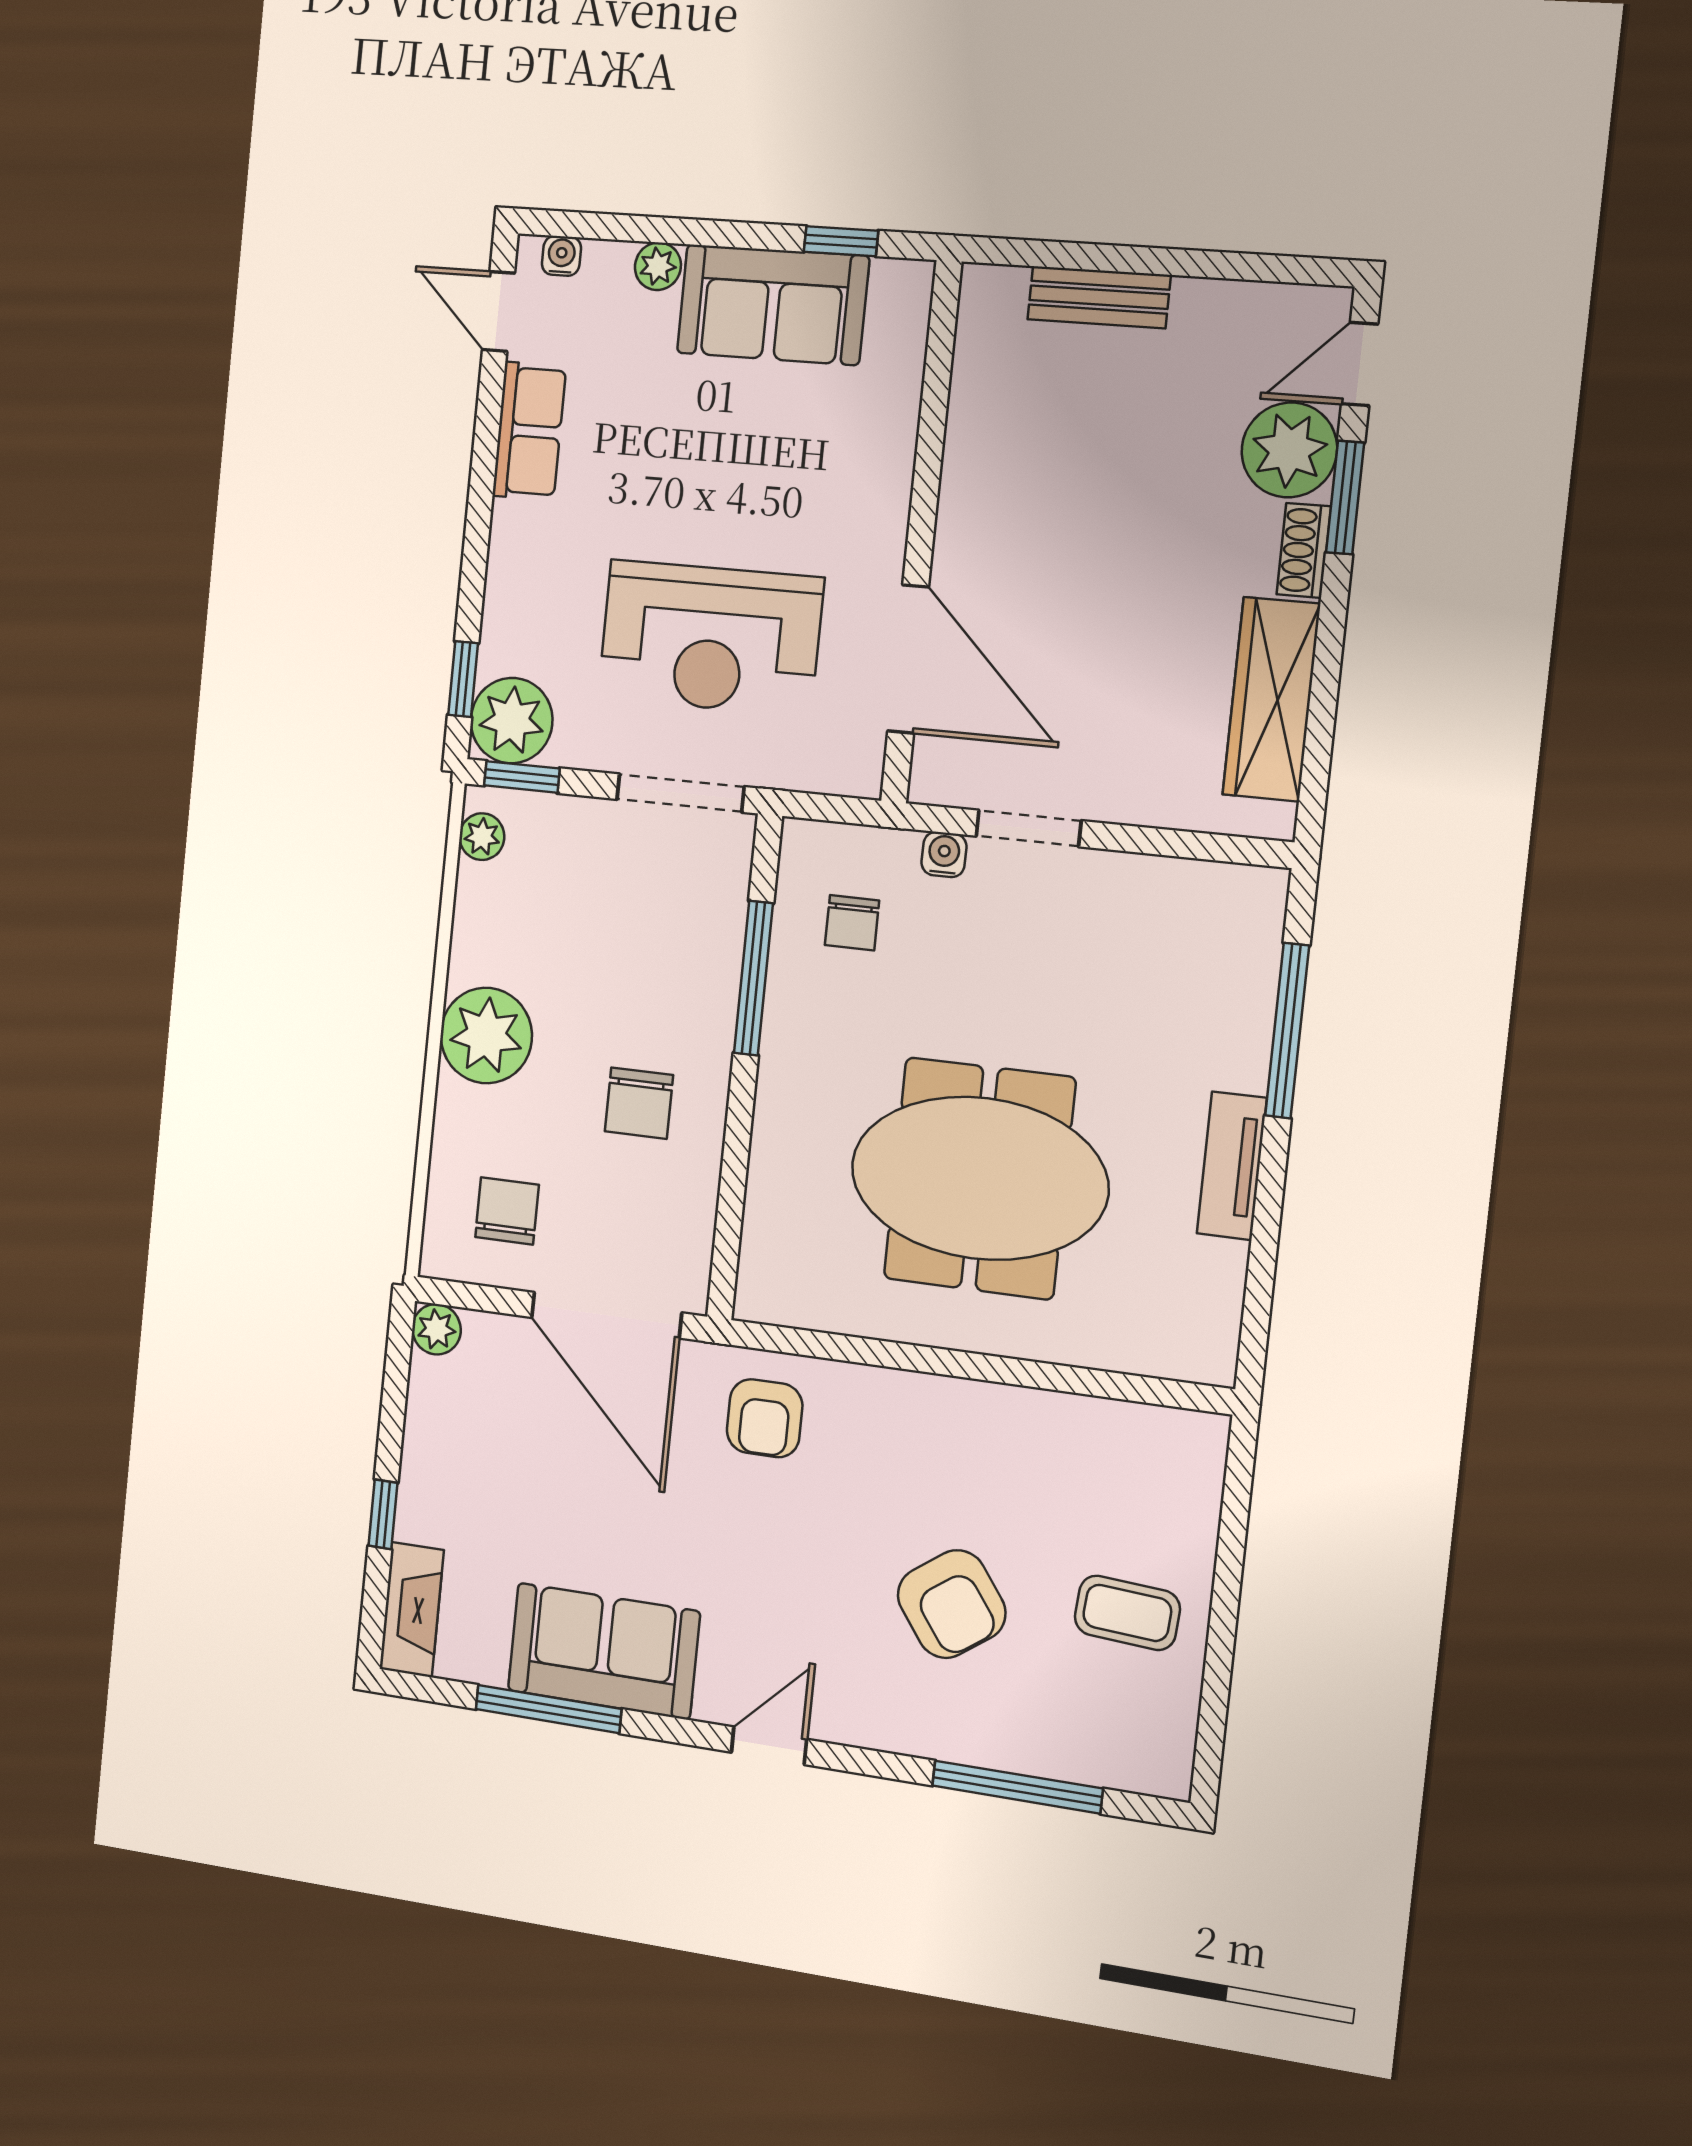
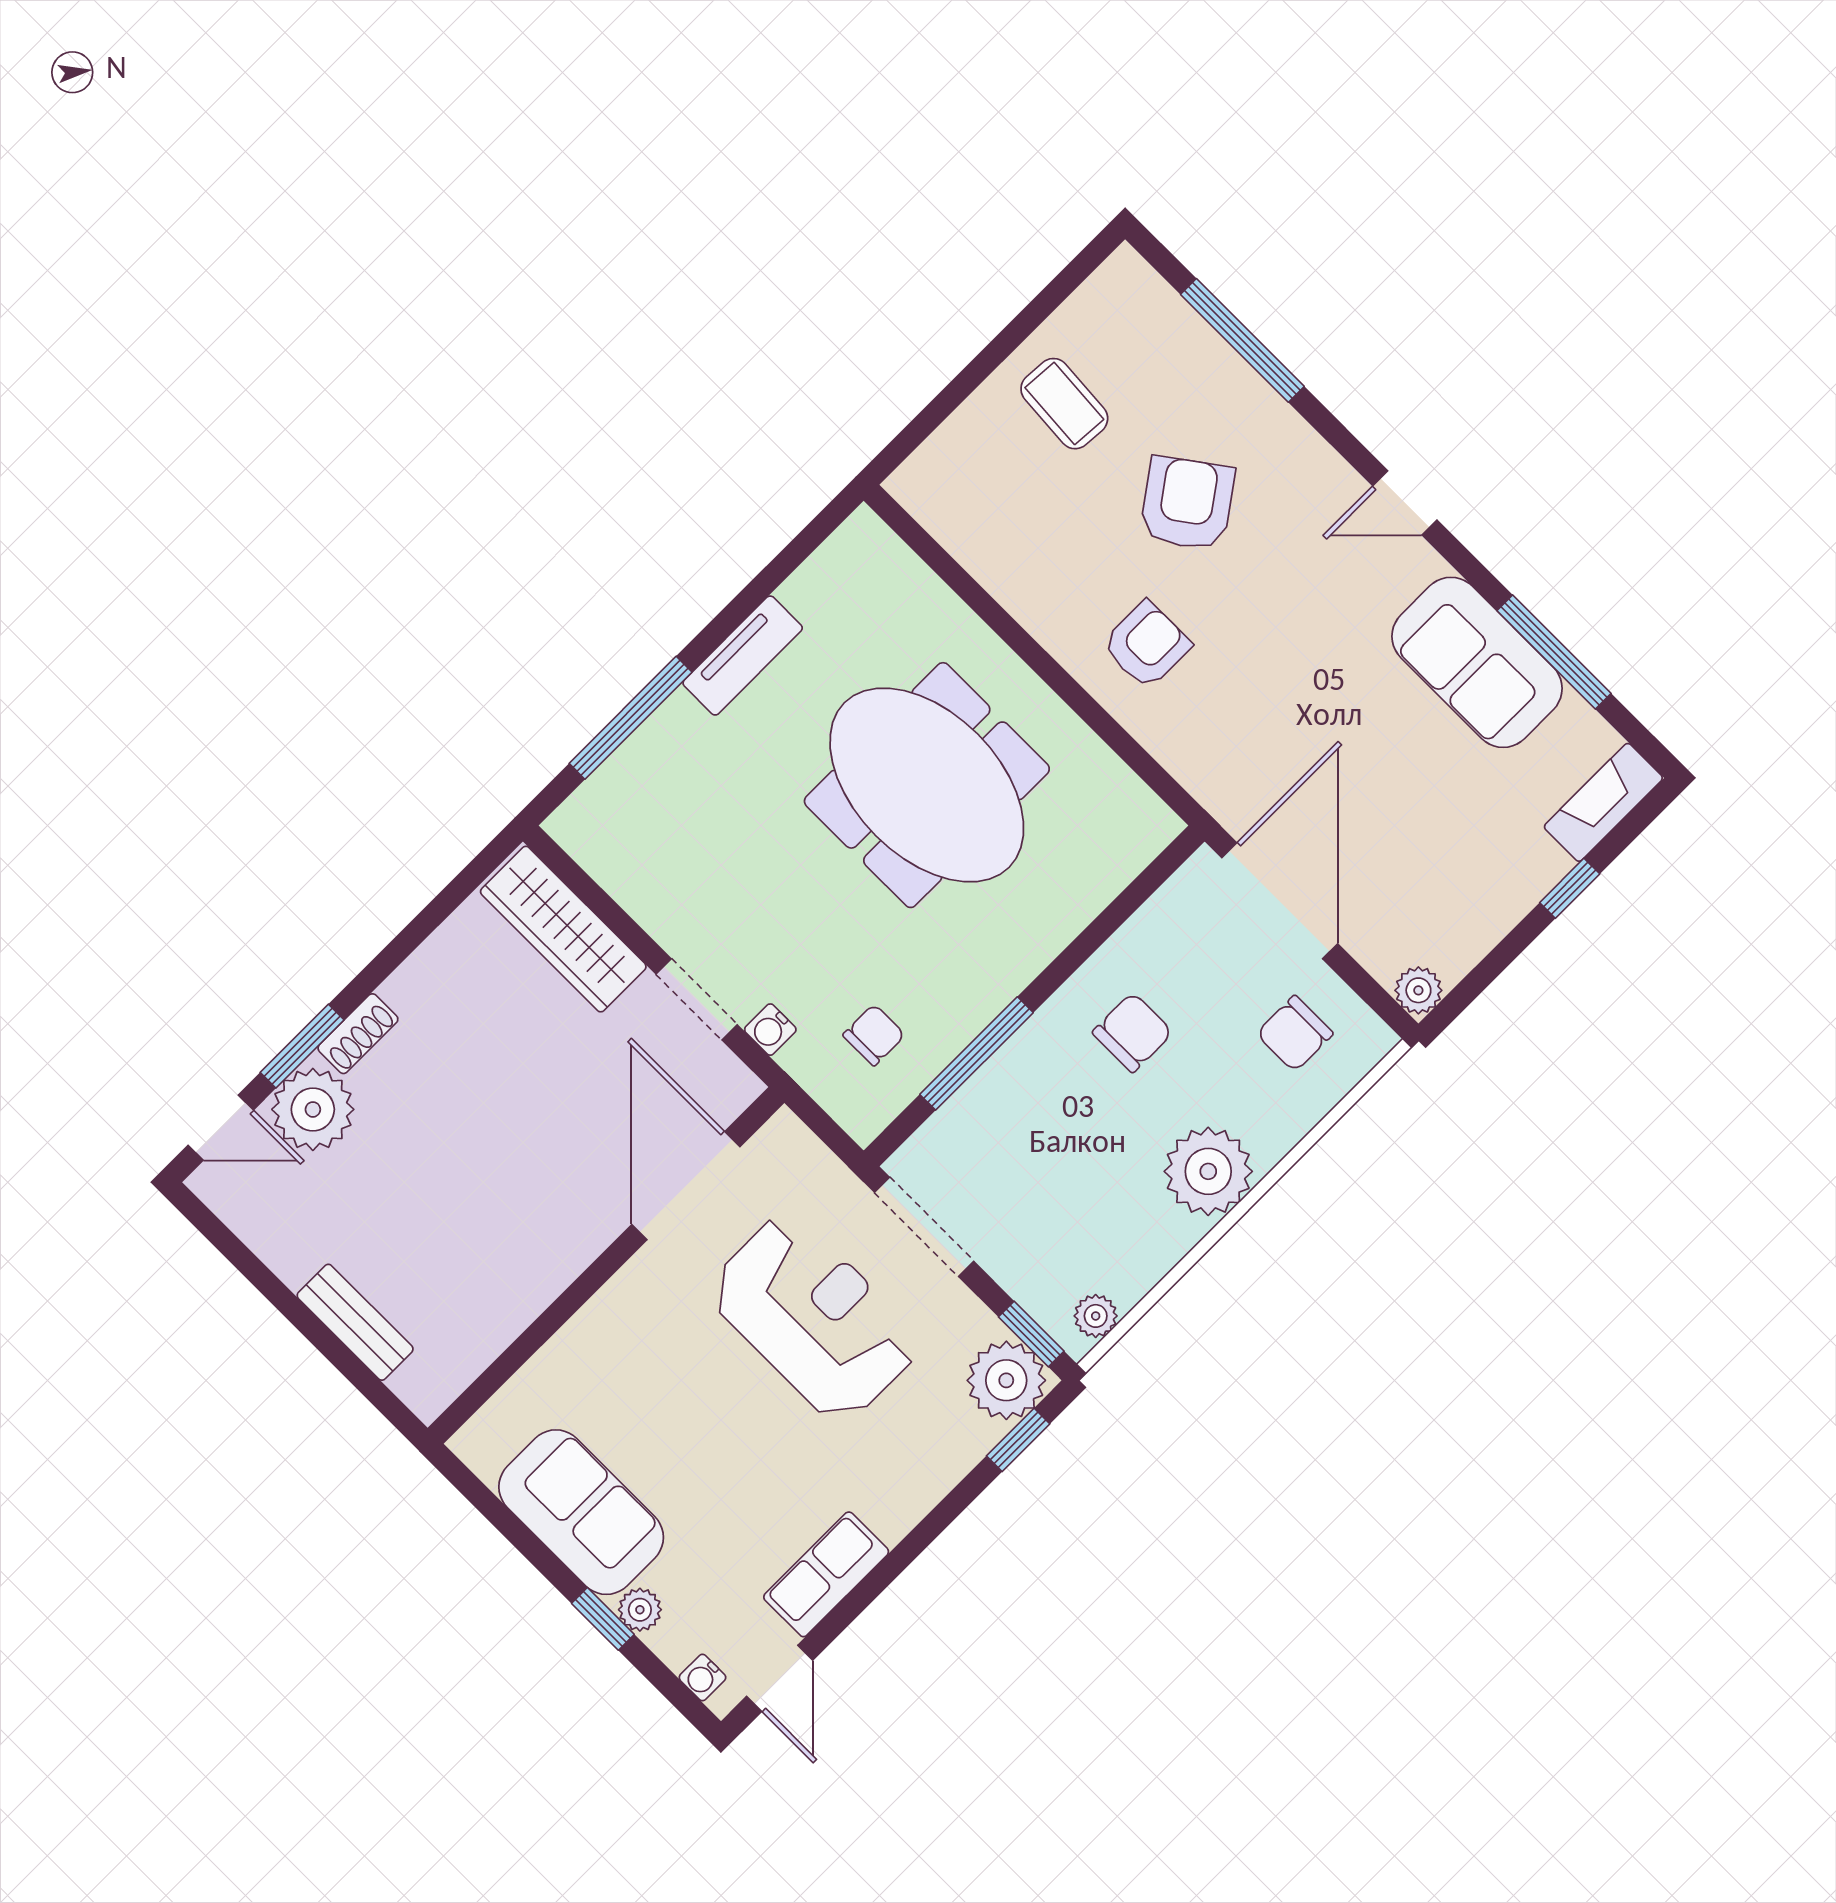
window: (841, 241) -> (603, 1619), moved
wardrobe: (1271, 699) -> (563, 929), moved, turned 90
armchair: (765, 1418) -> (1146, 645), moved

